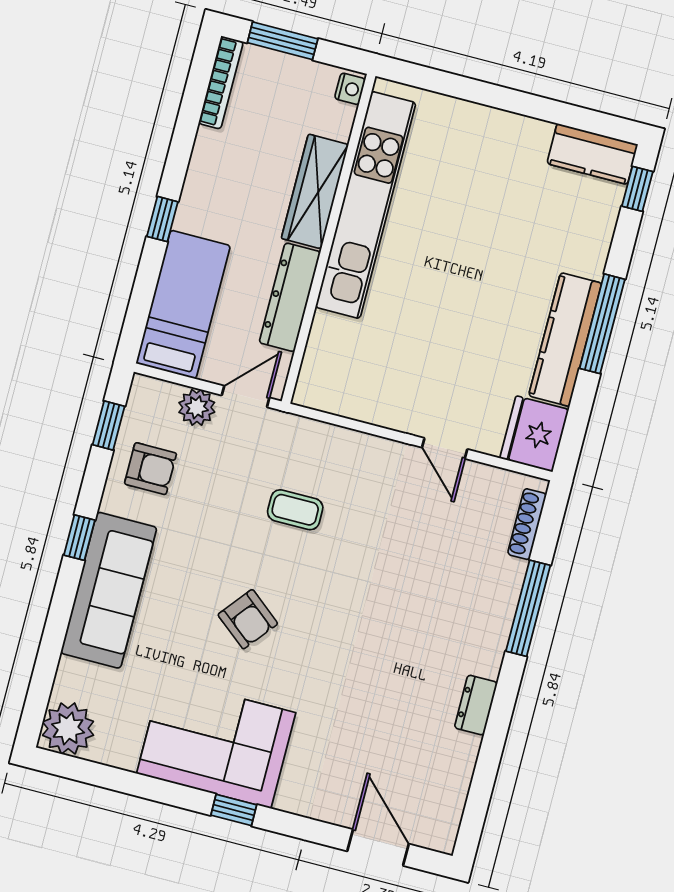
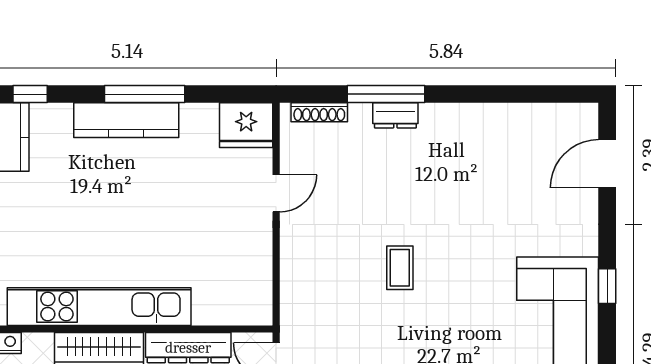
kitchen counter: (565, 340) -> (126, 120), moved
coffee table: (295, 510) -> (400, 268), moved
armchair: (248, 619) -> (453, 314), removed
dresser: (476, 705) -> (395, 115), moved

